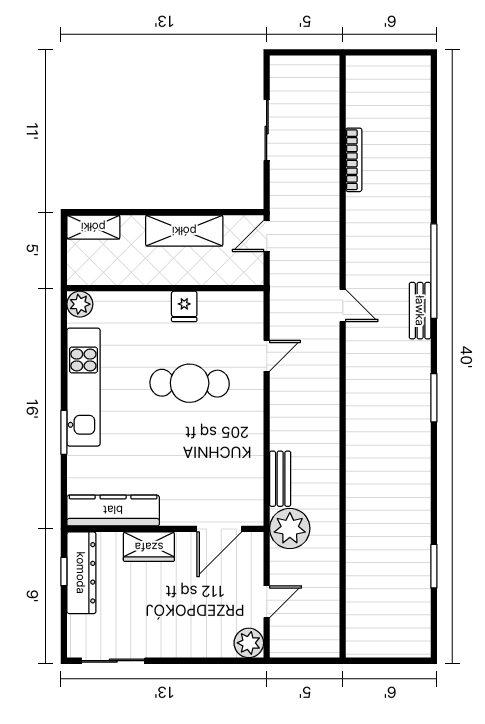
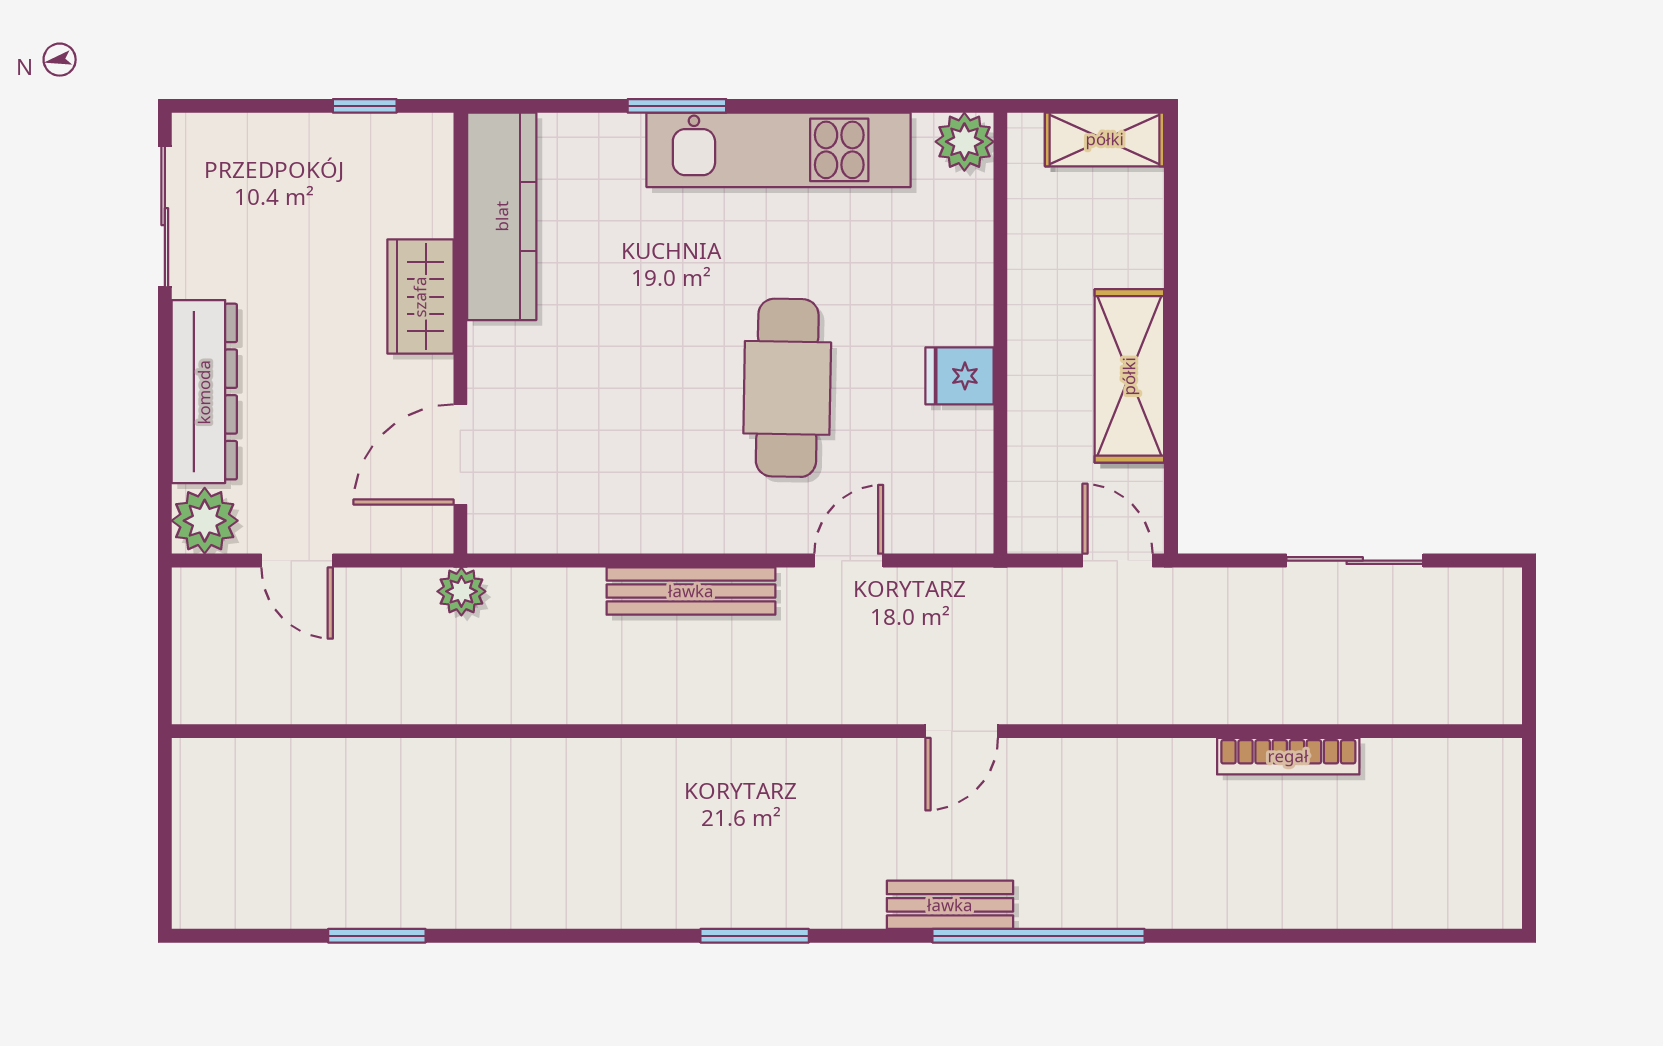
shelving: (93, 227) -> (1105, 139), moved, turned 90
door: (267, 356) -> (849, 561), swing flipped
bench: (280, 479) -> (691, 591), moved, width x1.36
plant: (290, 528) -> (461, 591), width x0.53, depth x0.53
door: (219, 529) -> (460, 455), hinge flipped
dresser: (81, 573) -> (204, 392), moved, turned -90

